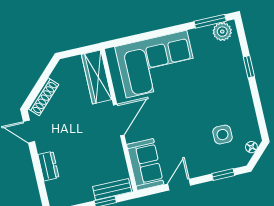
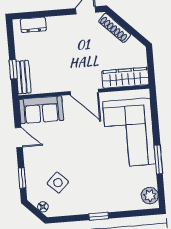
window: (210, 21) -> (158, 159), moved
window: (249, 67) -> (99, 216), moved
side table: (222, 135) -> (58, 183), turned 45
dresser: (48, 166) -> (33, 25), moved

